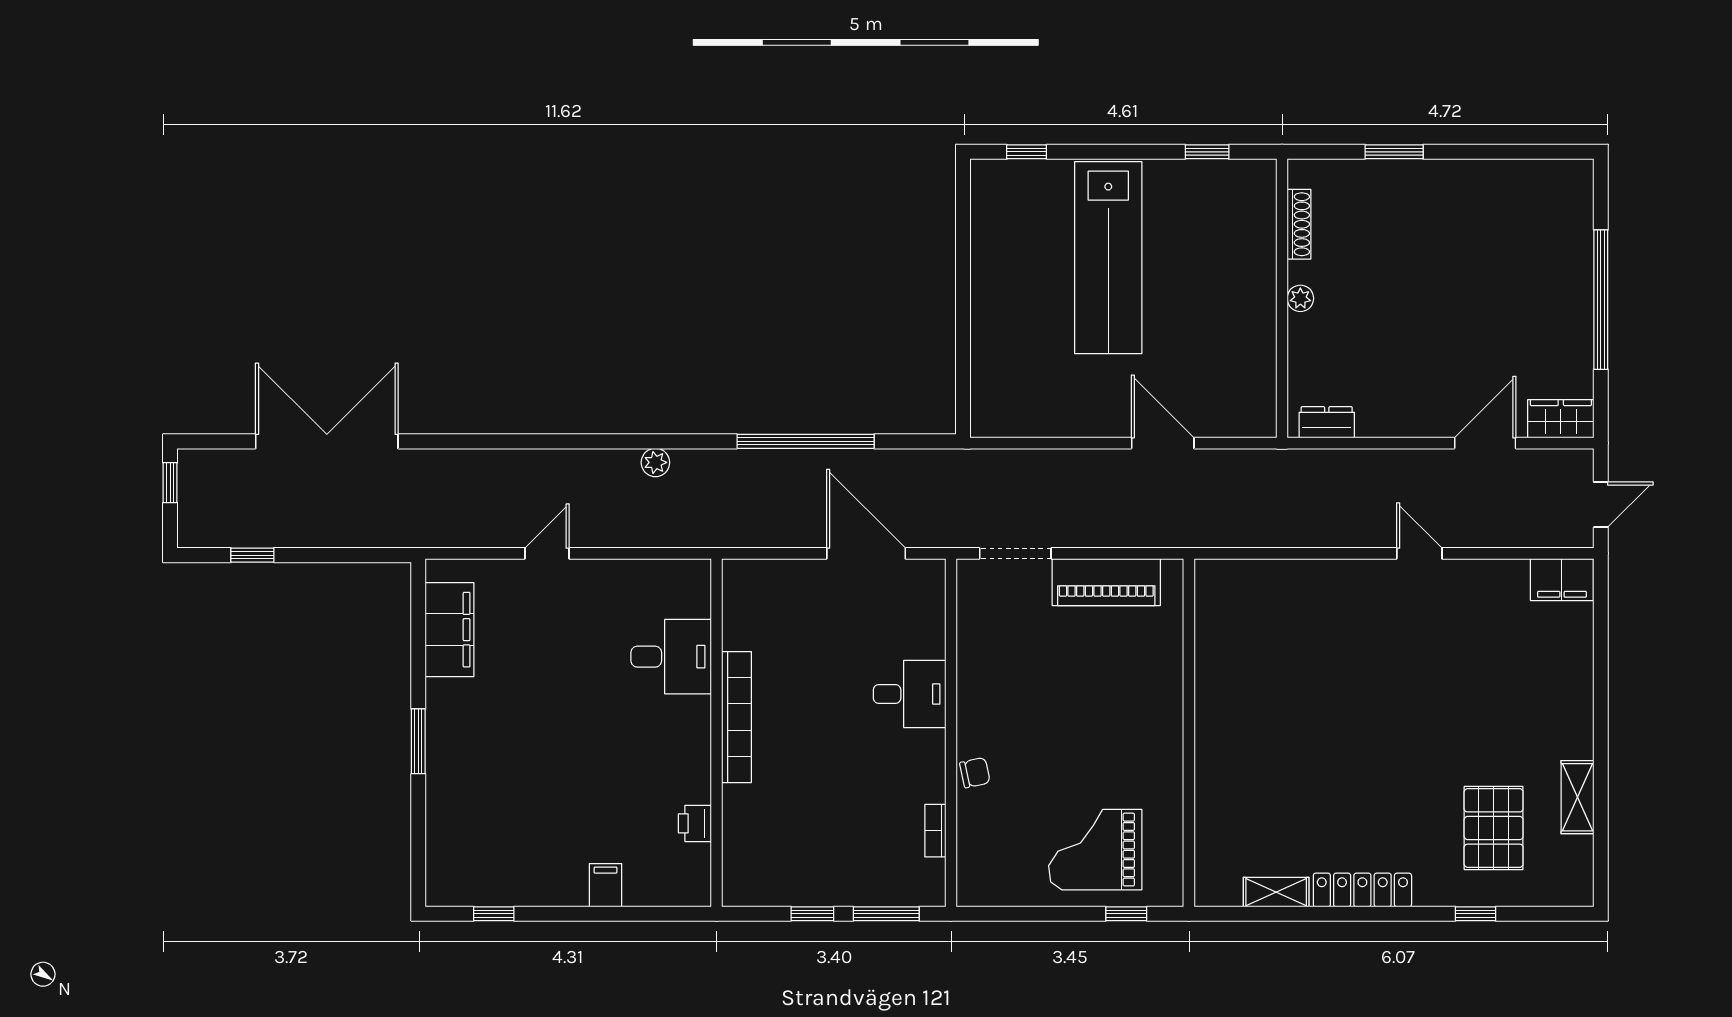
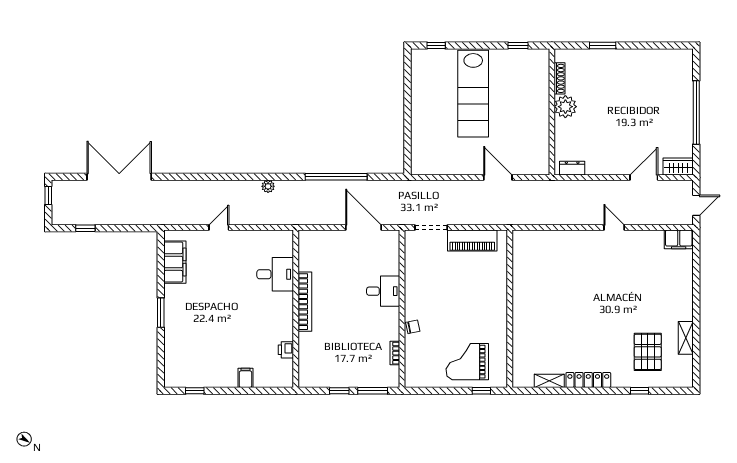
plant: (1300, 298) -> (565, 107), width x1.88, depth x1.88

